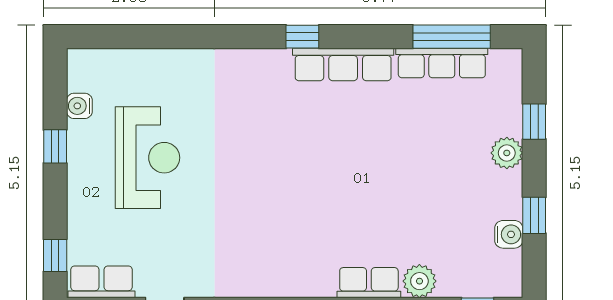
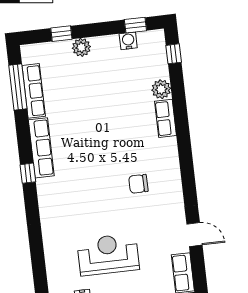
window: (534, 215) -> (135, 25), moved
chair: (262, 223) -> (138, 184), added

